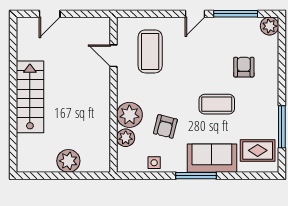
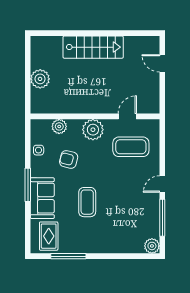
door: (195, 14) -> (162, 184), hinge flipped
armchair: (244, 67) -> (118, 225), removed
plant: (129, 115) -> (93, 130), moved

